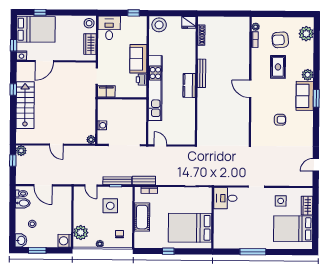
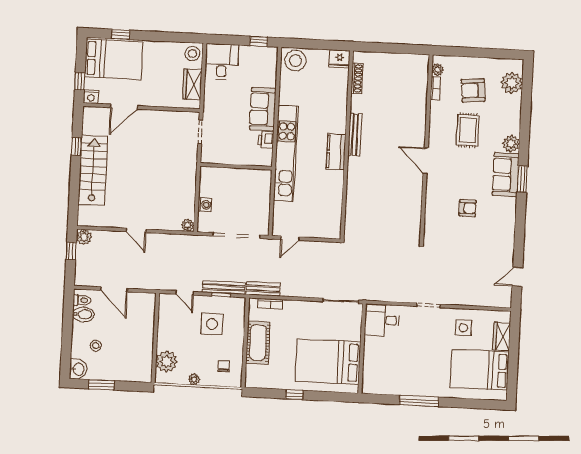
filing cabinet: (106, 91) -> (213, 155), removed
door: (161, 145) -> (290, 238), swing flipped
washing machine: (65, 241) -> (142, 373), removed

